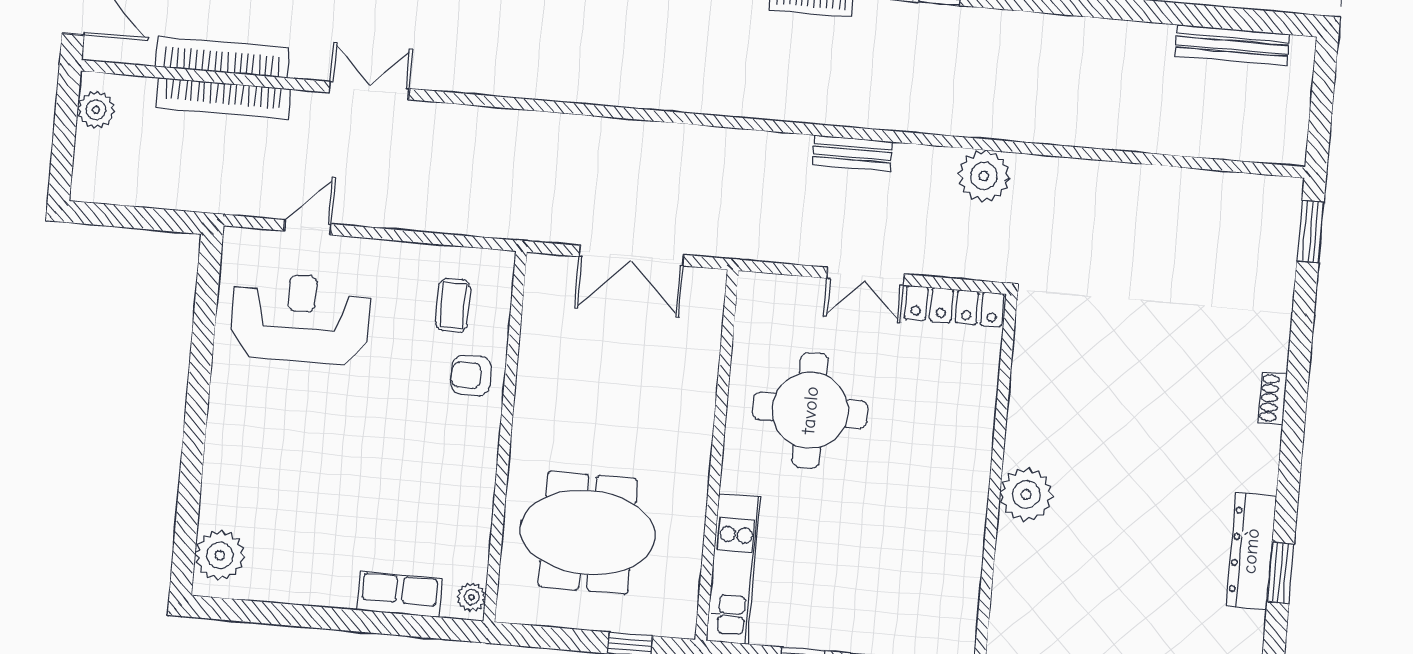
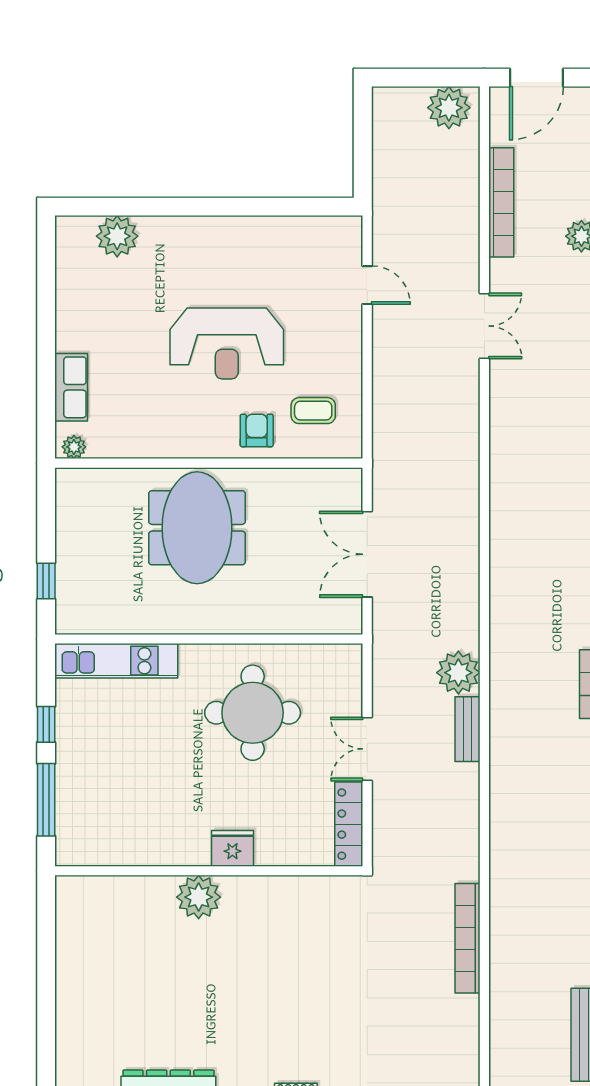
bookcase: (223, 98) -> (468, 938), moved
plant: (96, 110) -> (449, 108), width x1.36, depth x1.36
plant: (984, 176) -> (458, 673), moved
reception desk: (300, 318) -> (227, 343), moved, turned 90
fridge: (971, 449) -> (232, 848), added
meeting table: (588, 533) -> (197, 528), moved
plant: (220, 555) -> (117, 236), moved

